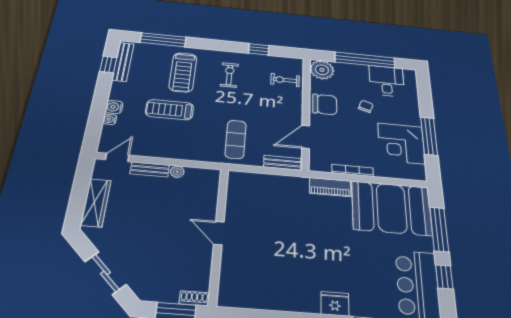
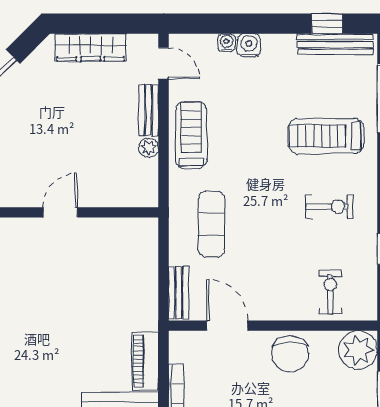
treadmill: (170, 110) -> (191, 135), moved
exercise mat: (236, 139) -> (212, 224), turned 90

